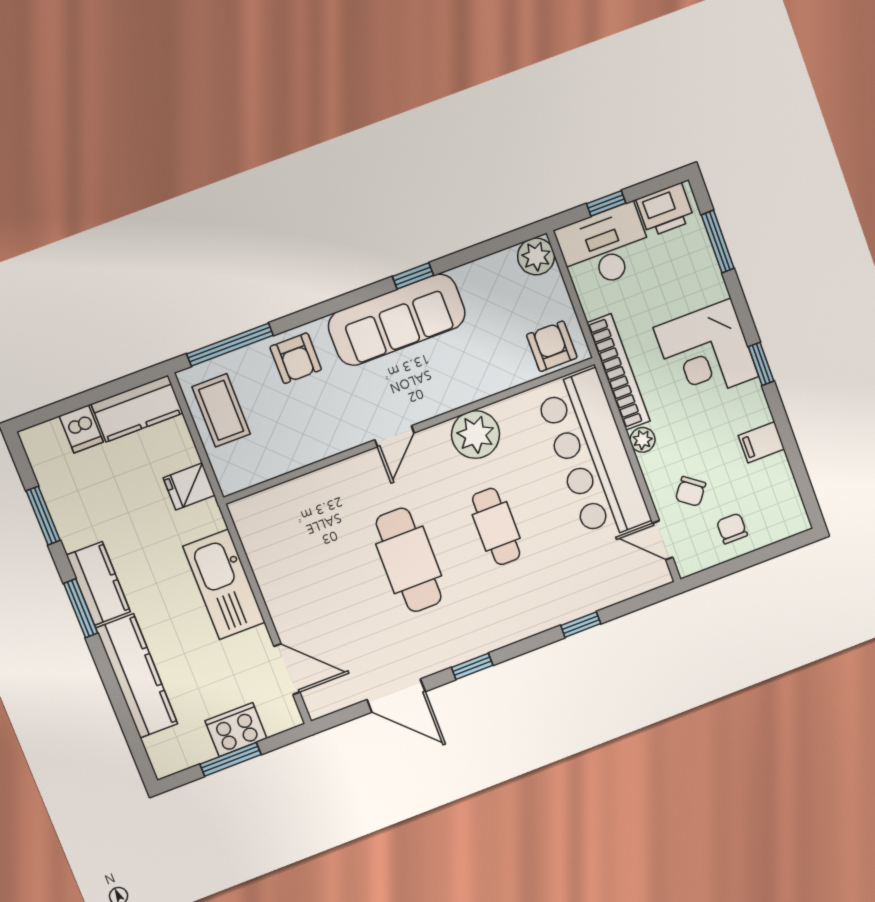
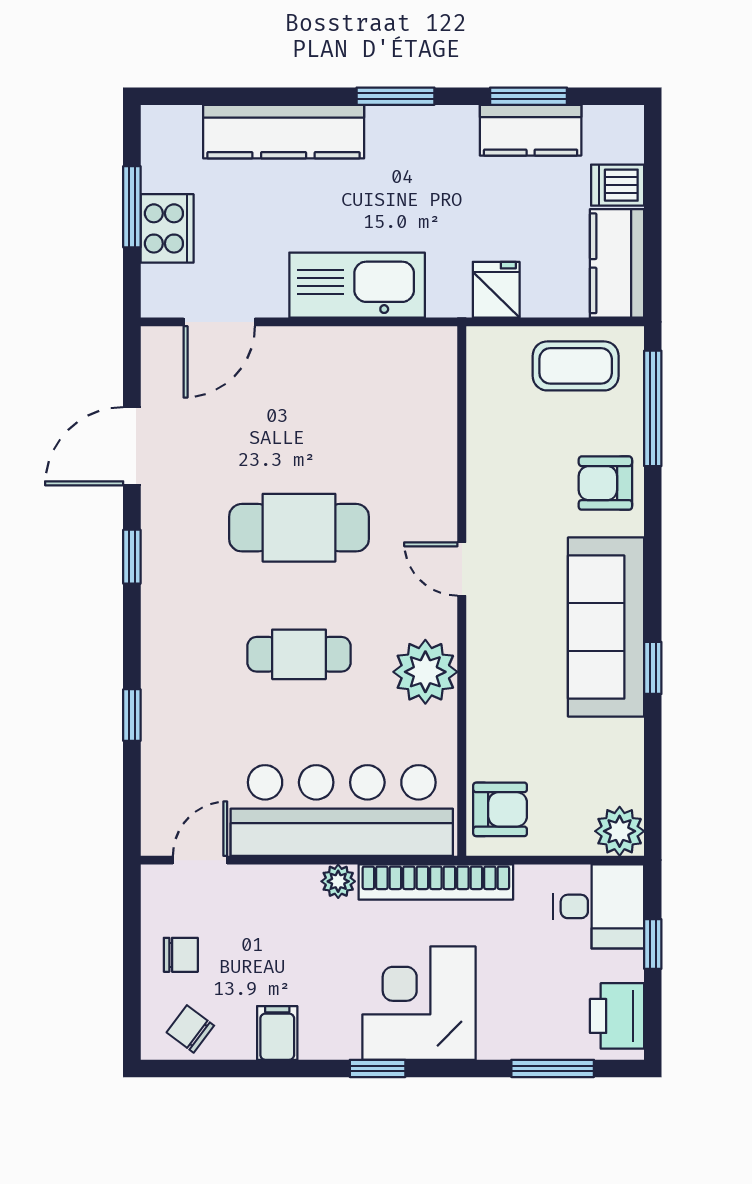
desk: (605, 247) -> (599, 906), width x0.73
chair: (691, 491) -> (190, 1029), moved
kitchen counter: (98, 583) -> (531, 130), moved

